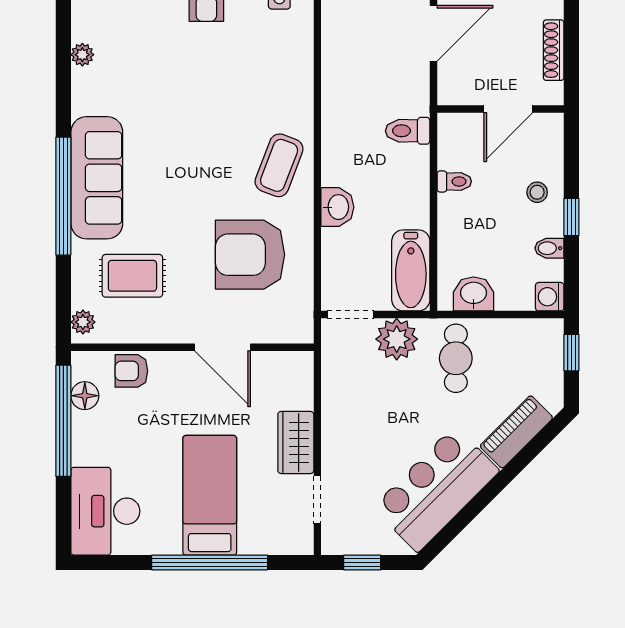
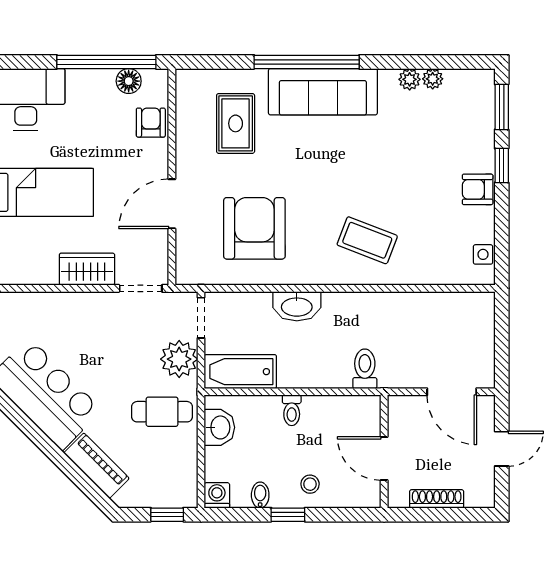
coffee table: (279, 165) -> (367, 240), moved
toilet: (454, 181) -> (292, 410), moved
washbasin: (337, 207) -> (297, 306), width x1.38
plant: (83, 322) -> (410, 79), moved
doorway: (317, 500) -> (141, 288), moved

